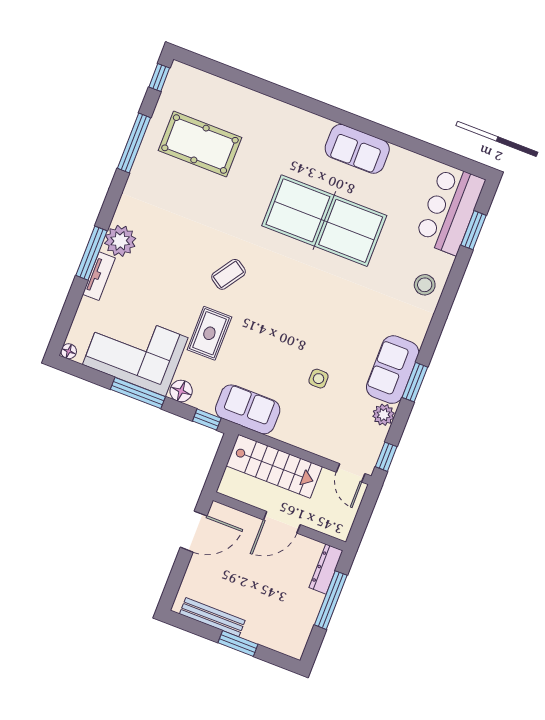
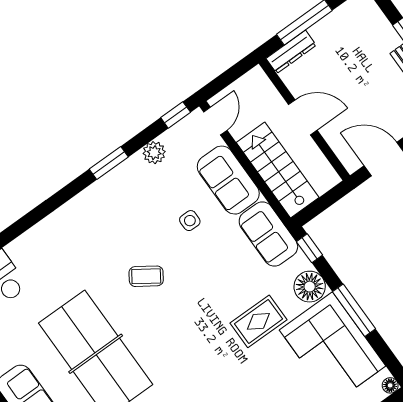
coffee table: (228, 274) -> (146, 276), moved
stool: (425, 285) -> (45, 242), removed
sofa: (393, 370) -> (228, 180), moved, turned 90
floor lamp: (181, 391) -> (310, 287), width x1.38, depth x1.38

